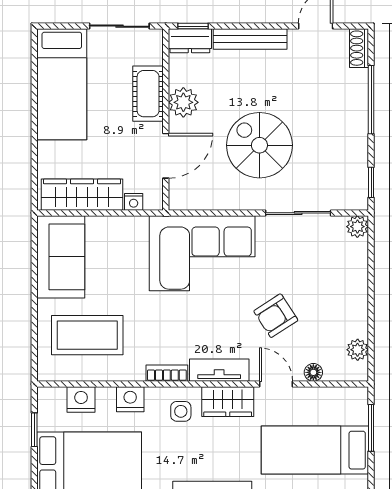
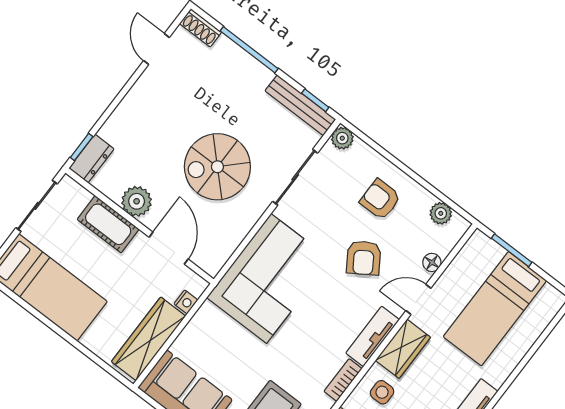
bench: (250, 39) -> (300, 105), moved, turned 90
armchair: (332, 294) -> (380, 199), added

